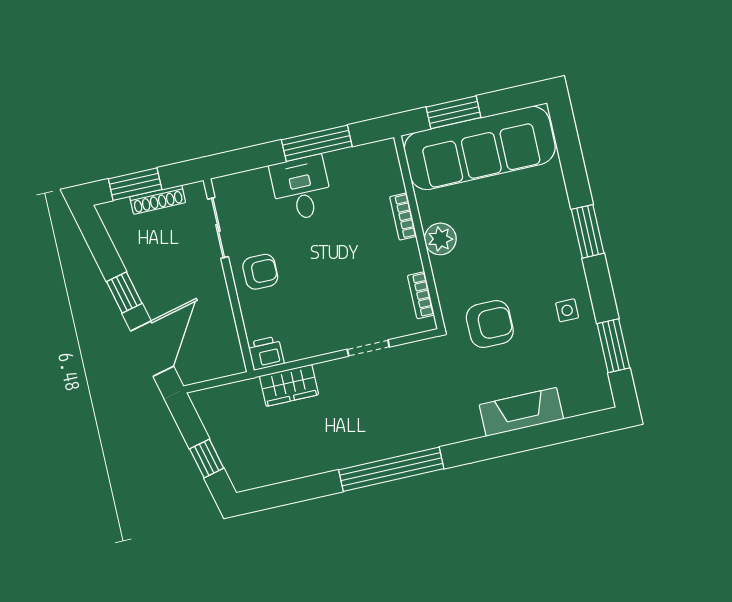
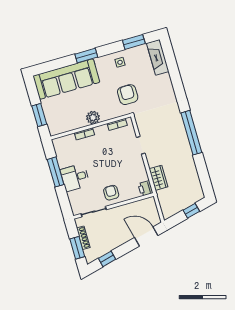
sofa: (480, 148) -> (66, 79), moved, turned 90
window: (124, 293) -> (107, 259), moved
fireplace: (521, 412) -> (158, 57), moved

